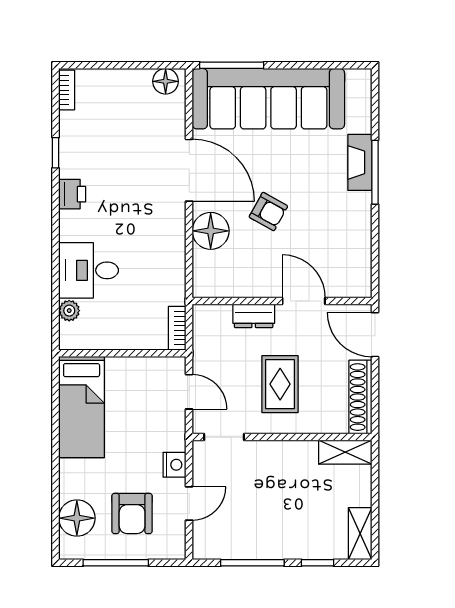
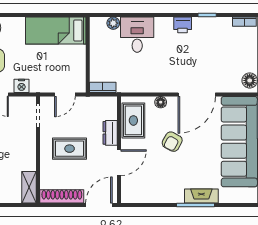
floor lamp: (211, 231) -> (161, 102), width x0.53, depth x0.53
rug: (233, 277) -> (133, 120), added

